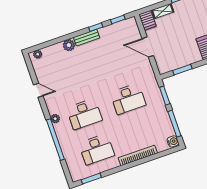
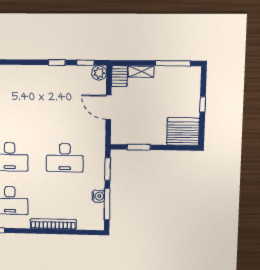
bench: (87, 38) -> (42, 71), removed
plant: (69, 45) -> (99, 73), moved
water cooler: (173, 141) -> (98, 196), moved

